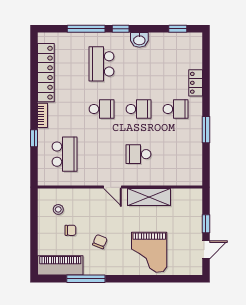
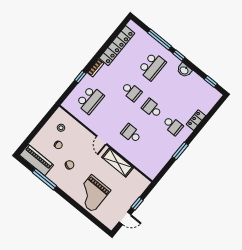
school desk: (102, 64) -> (152, 66), turned 180
school desk: (138, 109) -> (152, 108), turned 180

